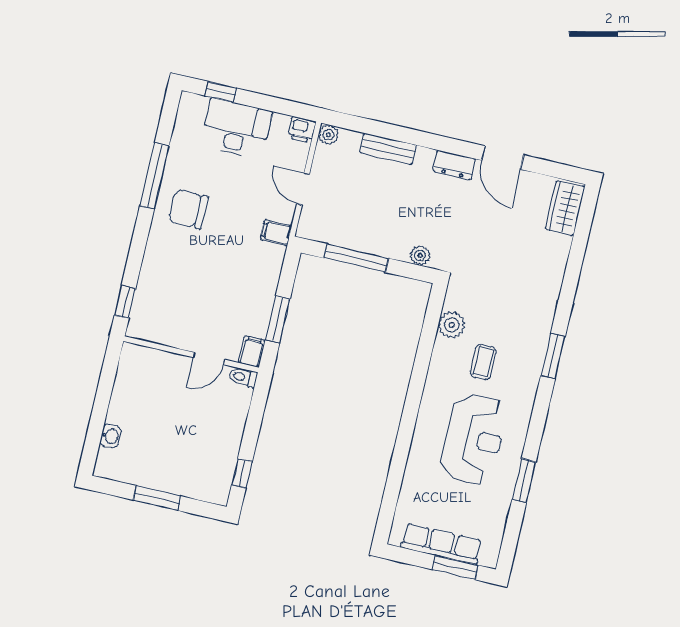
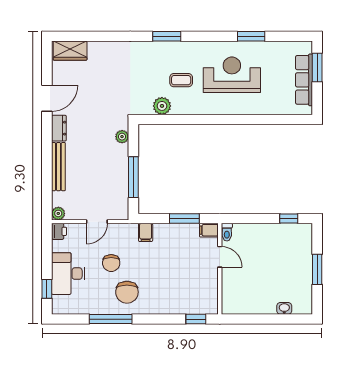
bench: (388, 149) -> (58, 167), width x1.36
chair: (237, 196) -> (111, 263), added
filing cabinet: (276, 233) -> (146, 232), moved

